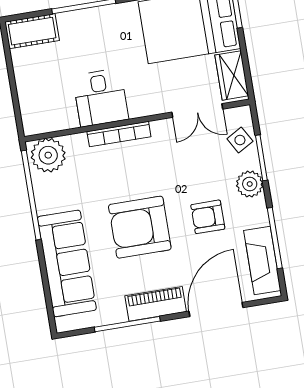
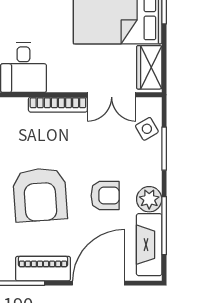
bookcase: (119, 134) -> (58, 105), moved
plant: (250, 184) -> (149, 199), moved
armchair: (208, 217) -> (105, 196), turned 180
armchair: (140, 227) -> (40, 195), turned -94

